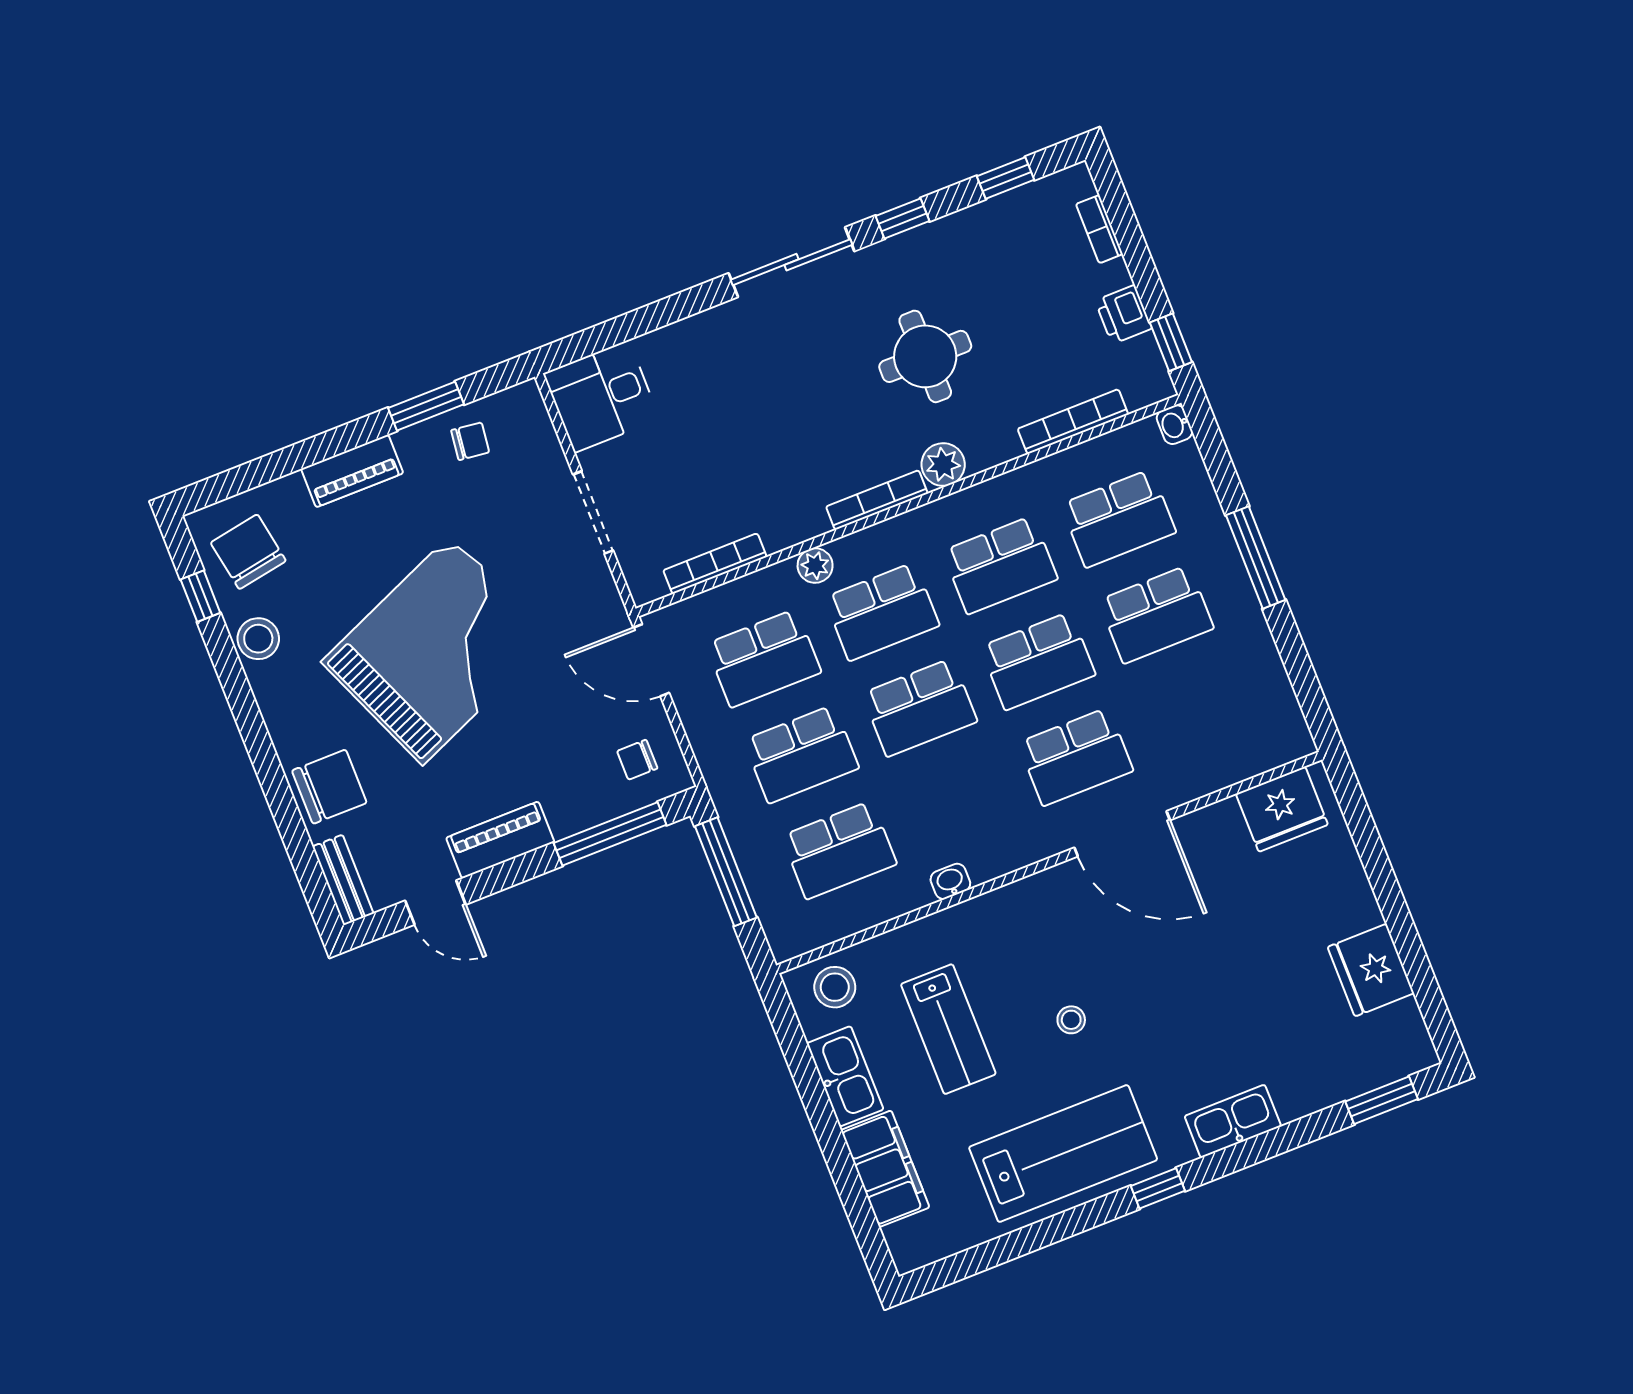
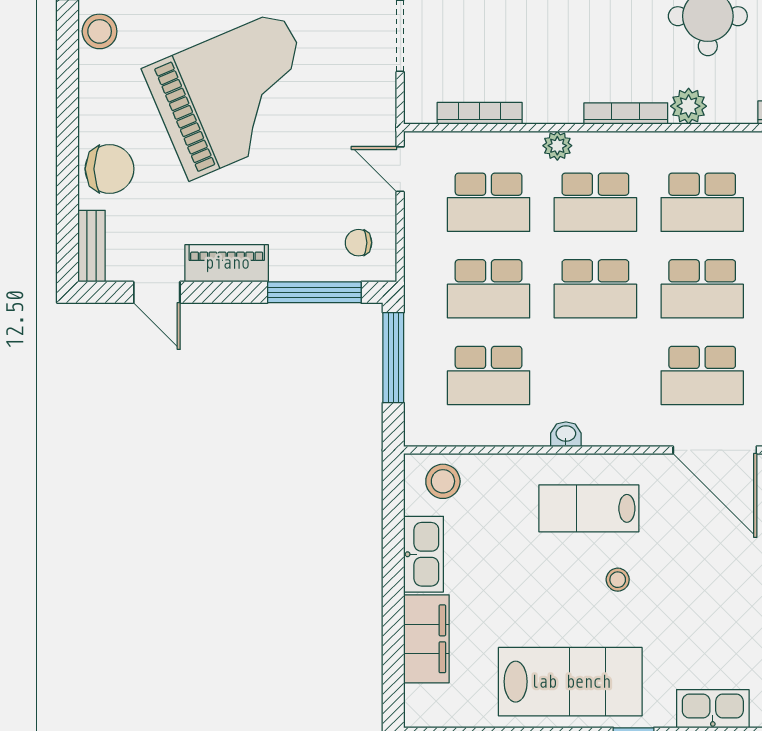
door: (651, 660) -> (400, 169), width x0.73
lab bench: (948, 1029) -> (589, 508), moved, turned 90

